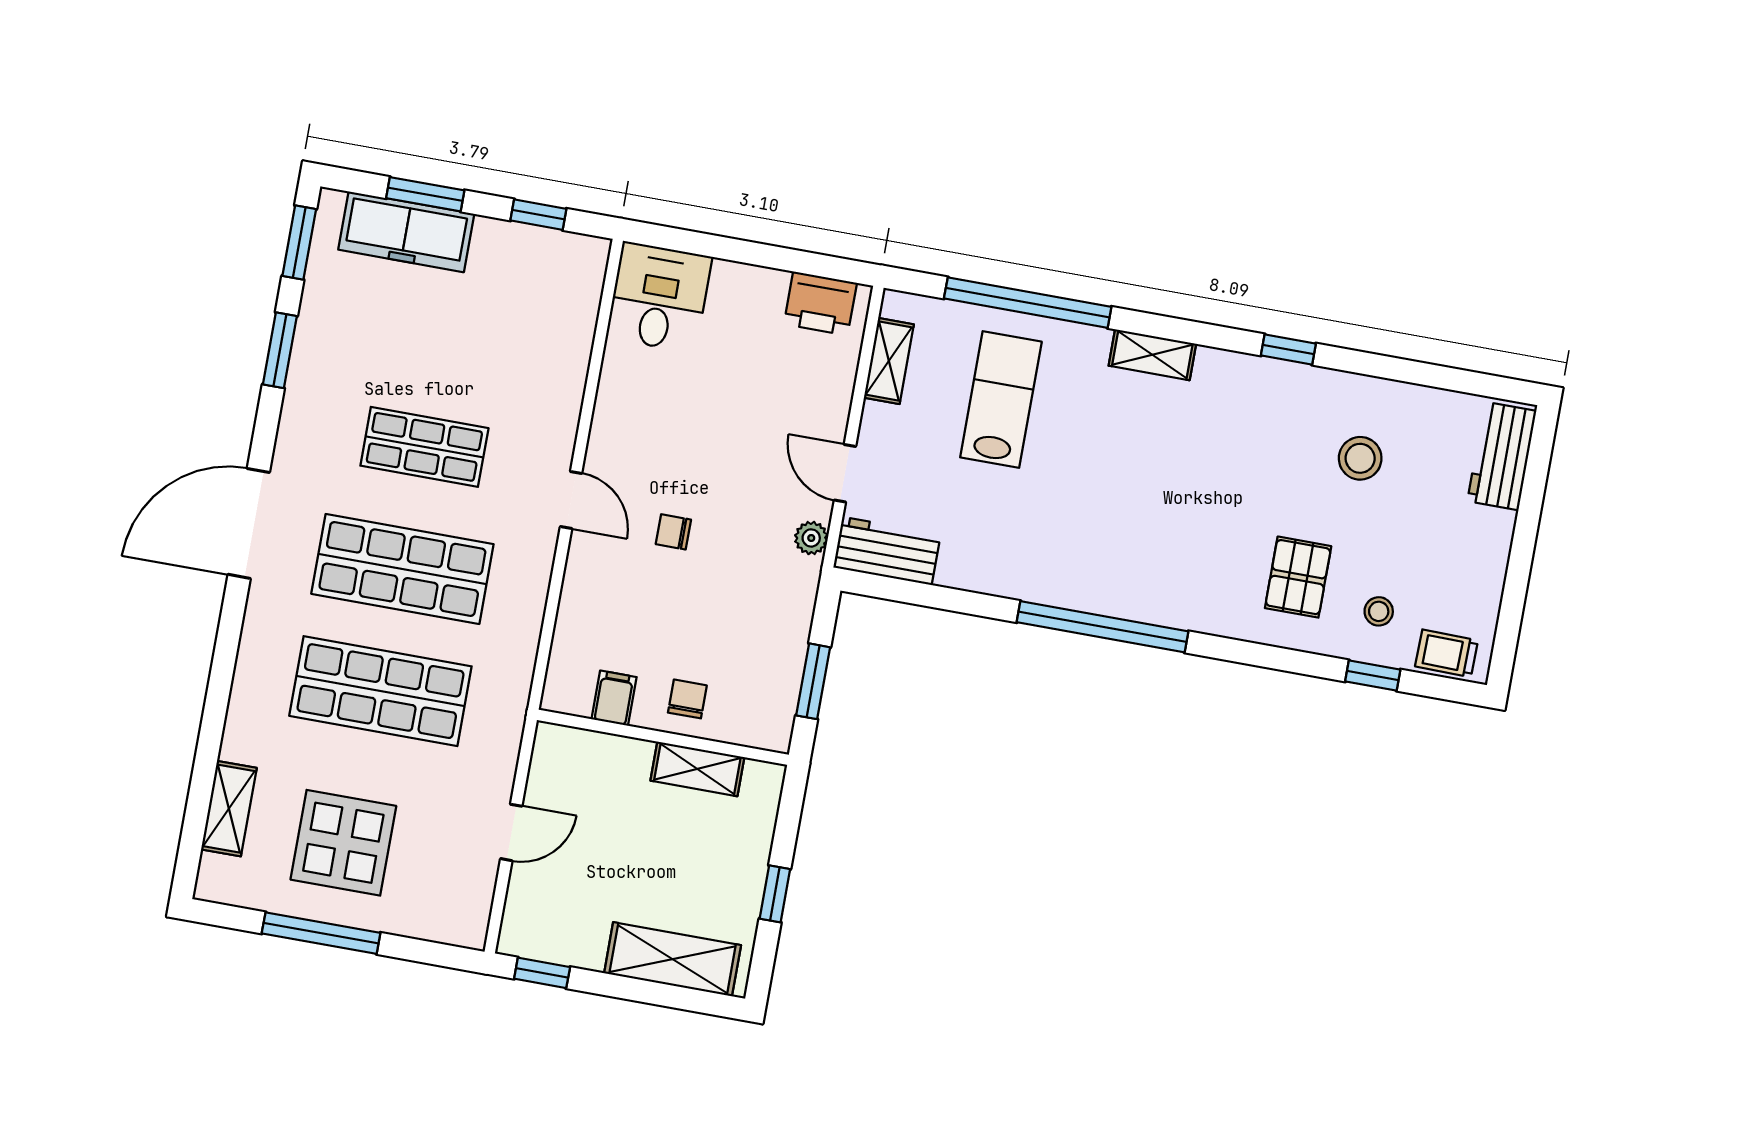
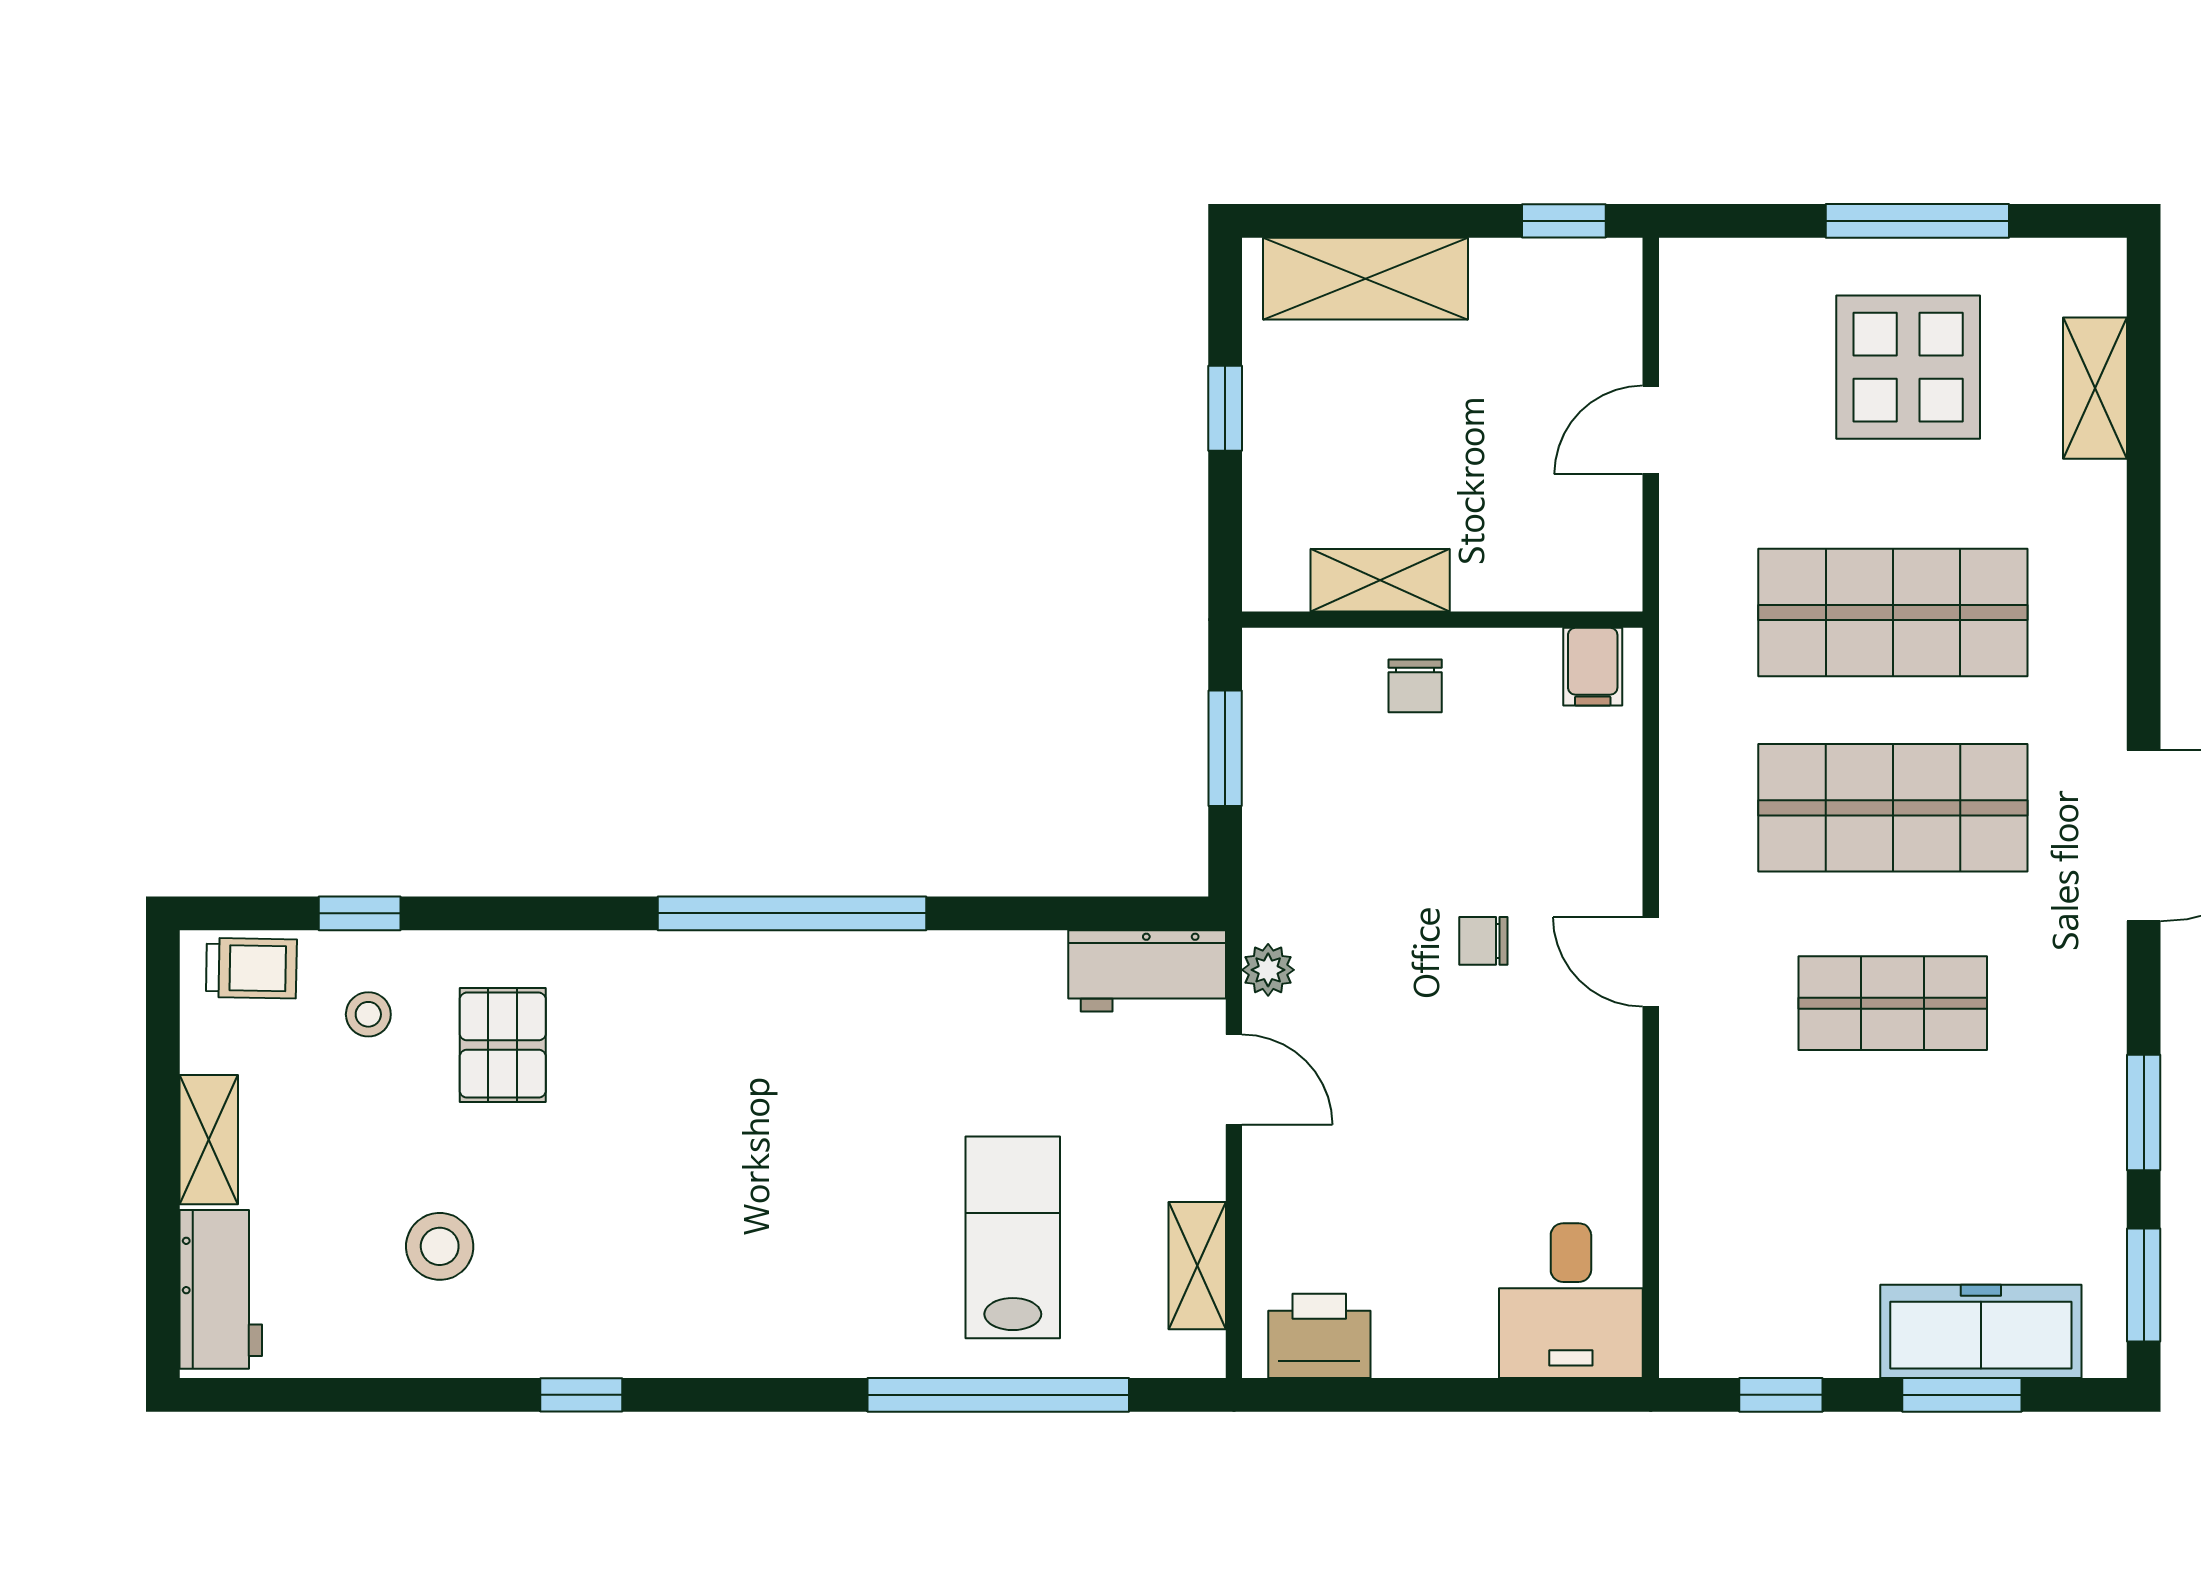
shelving: (1152, 355) -> (209, 1140), moved, turned 90
lab bench: (1001, 400) -> (1013, 1237), turned 180
chair: (673, 532) -> (1483, 941), turned 180
filing cabinet: (614, 698) -> (1593, 667), moved

